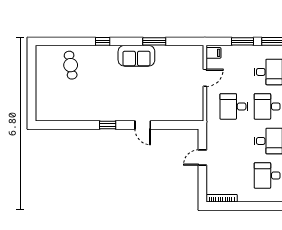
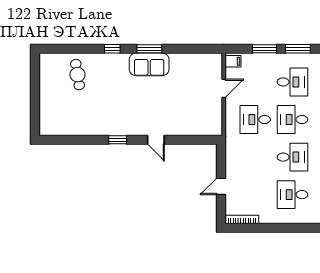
window: (154, 41) -> (149, 49), moved
door: (202, 157) -> (221, 186), moved

